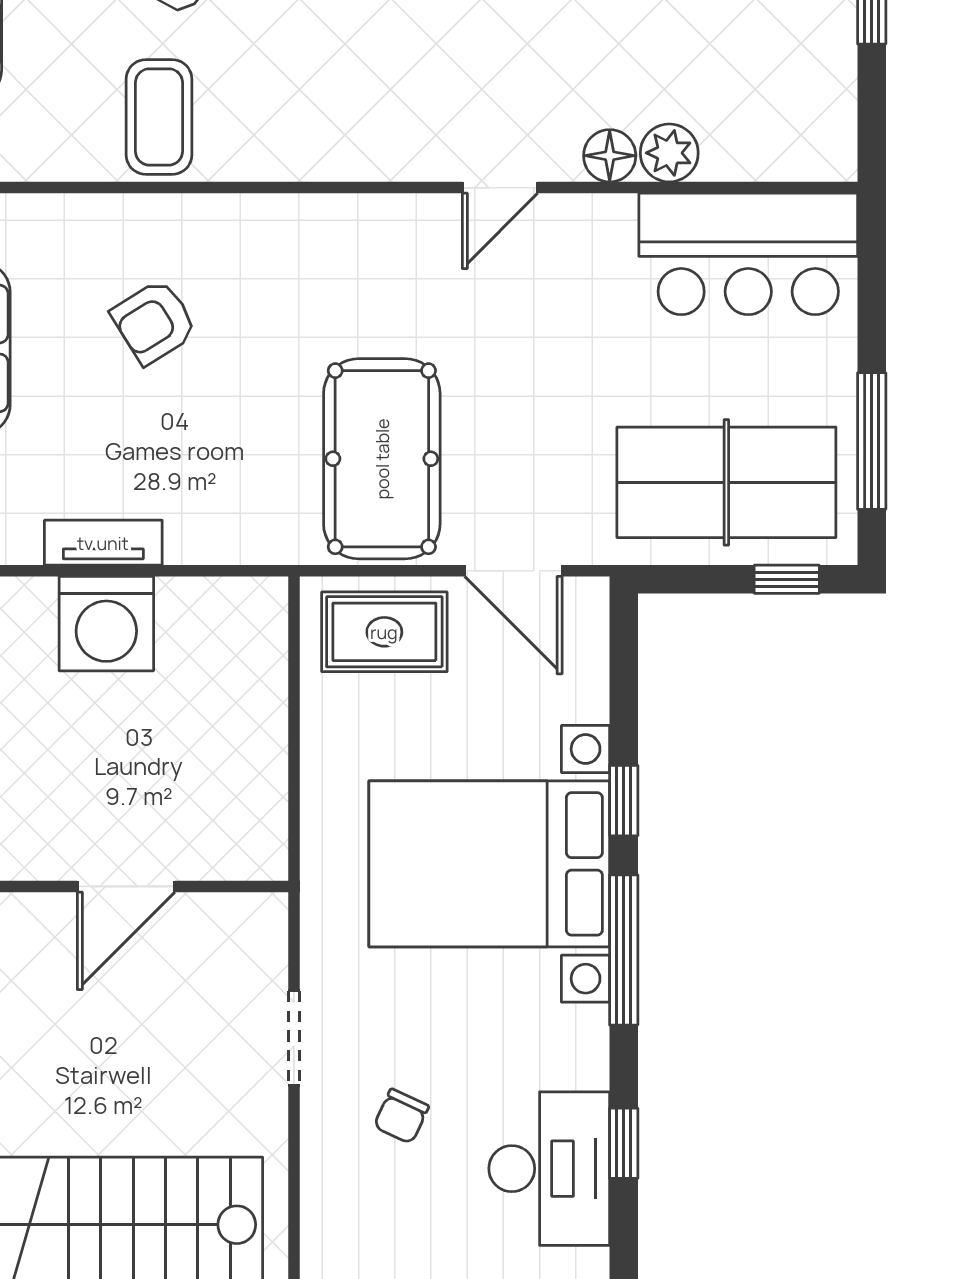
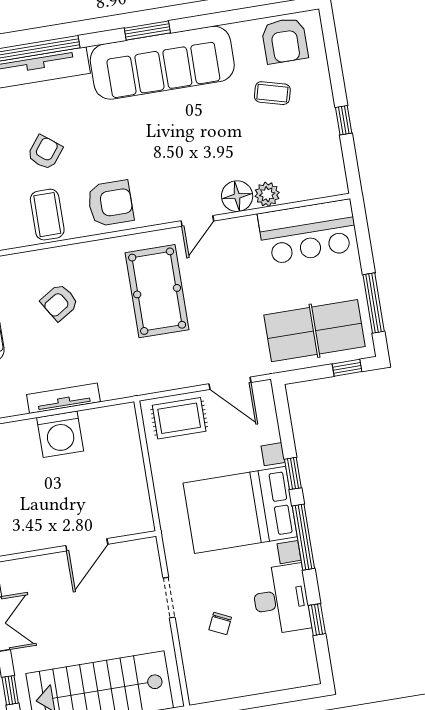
armchair: (308, 115) -> (110, 203), added
floor lamp: (610, 156) -> (237, 196), width x1.38, depth x1.38
pool table: (382, 459) -> (157, 291), moved
tv unit: (103, 543) -> (63, 398), width x1.41
desk: (549, 1169) -> (281, 599), moved

